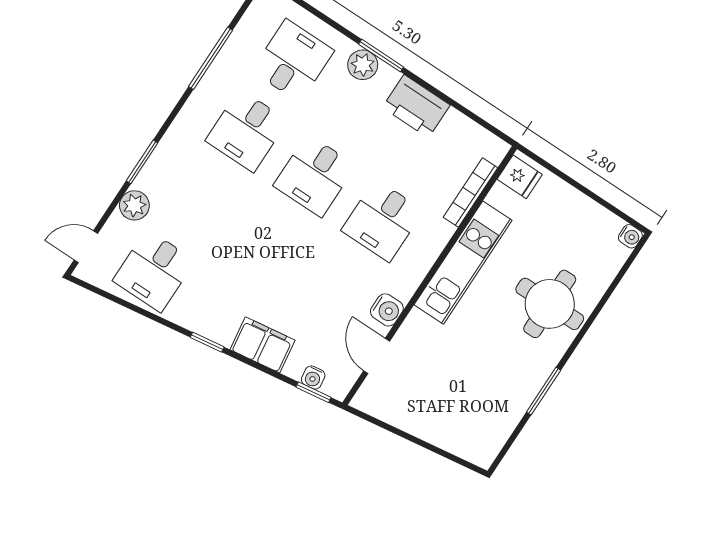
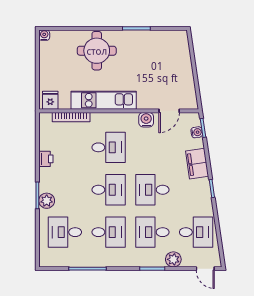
printer: (416, 106) -> (46, 159), width x0.53, depth x0.68
desk: (200, 201) -> (152, 232), added
desk: (268, 246) -> (152, 190), added

